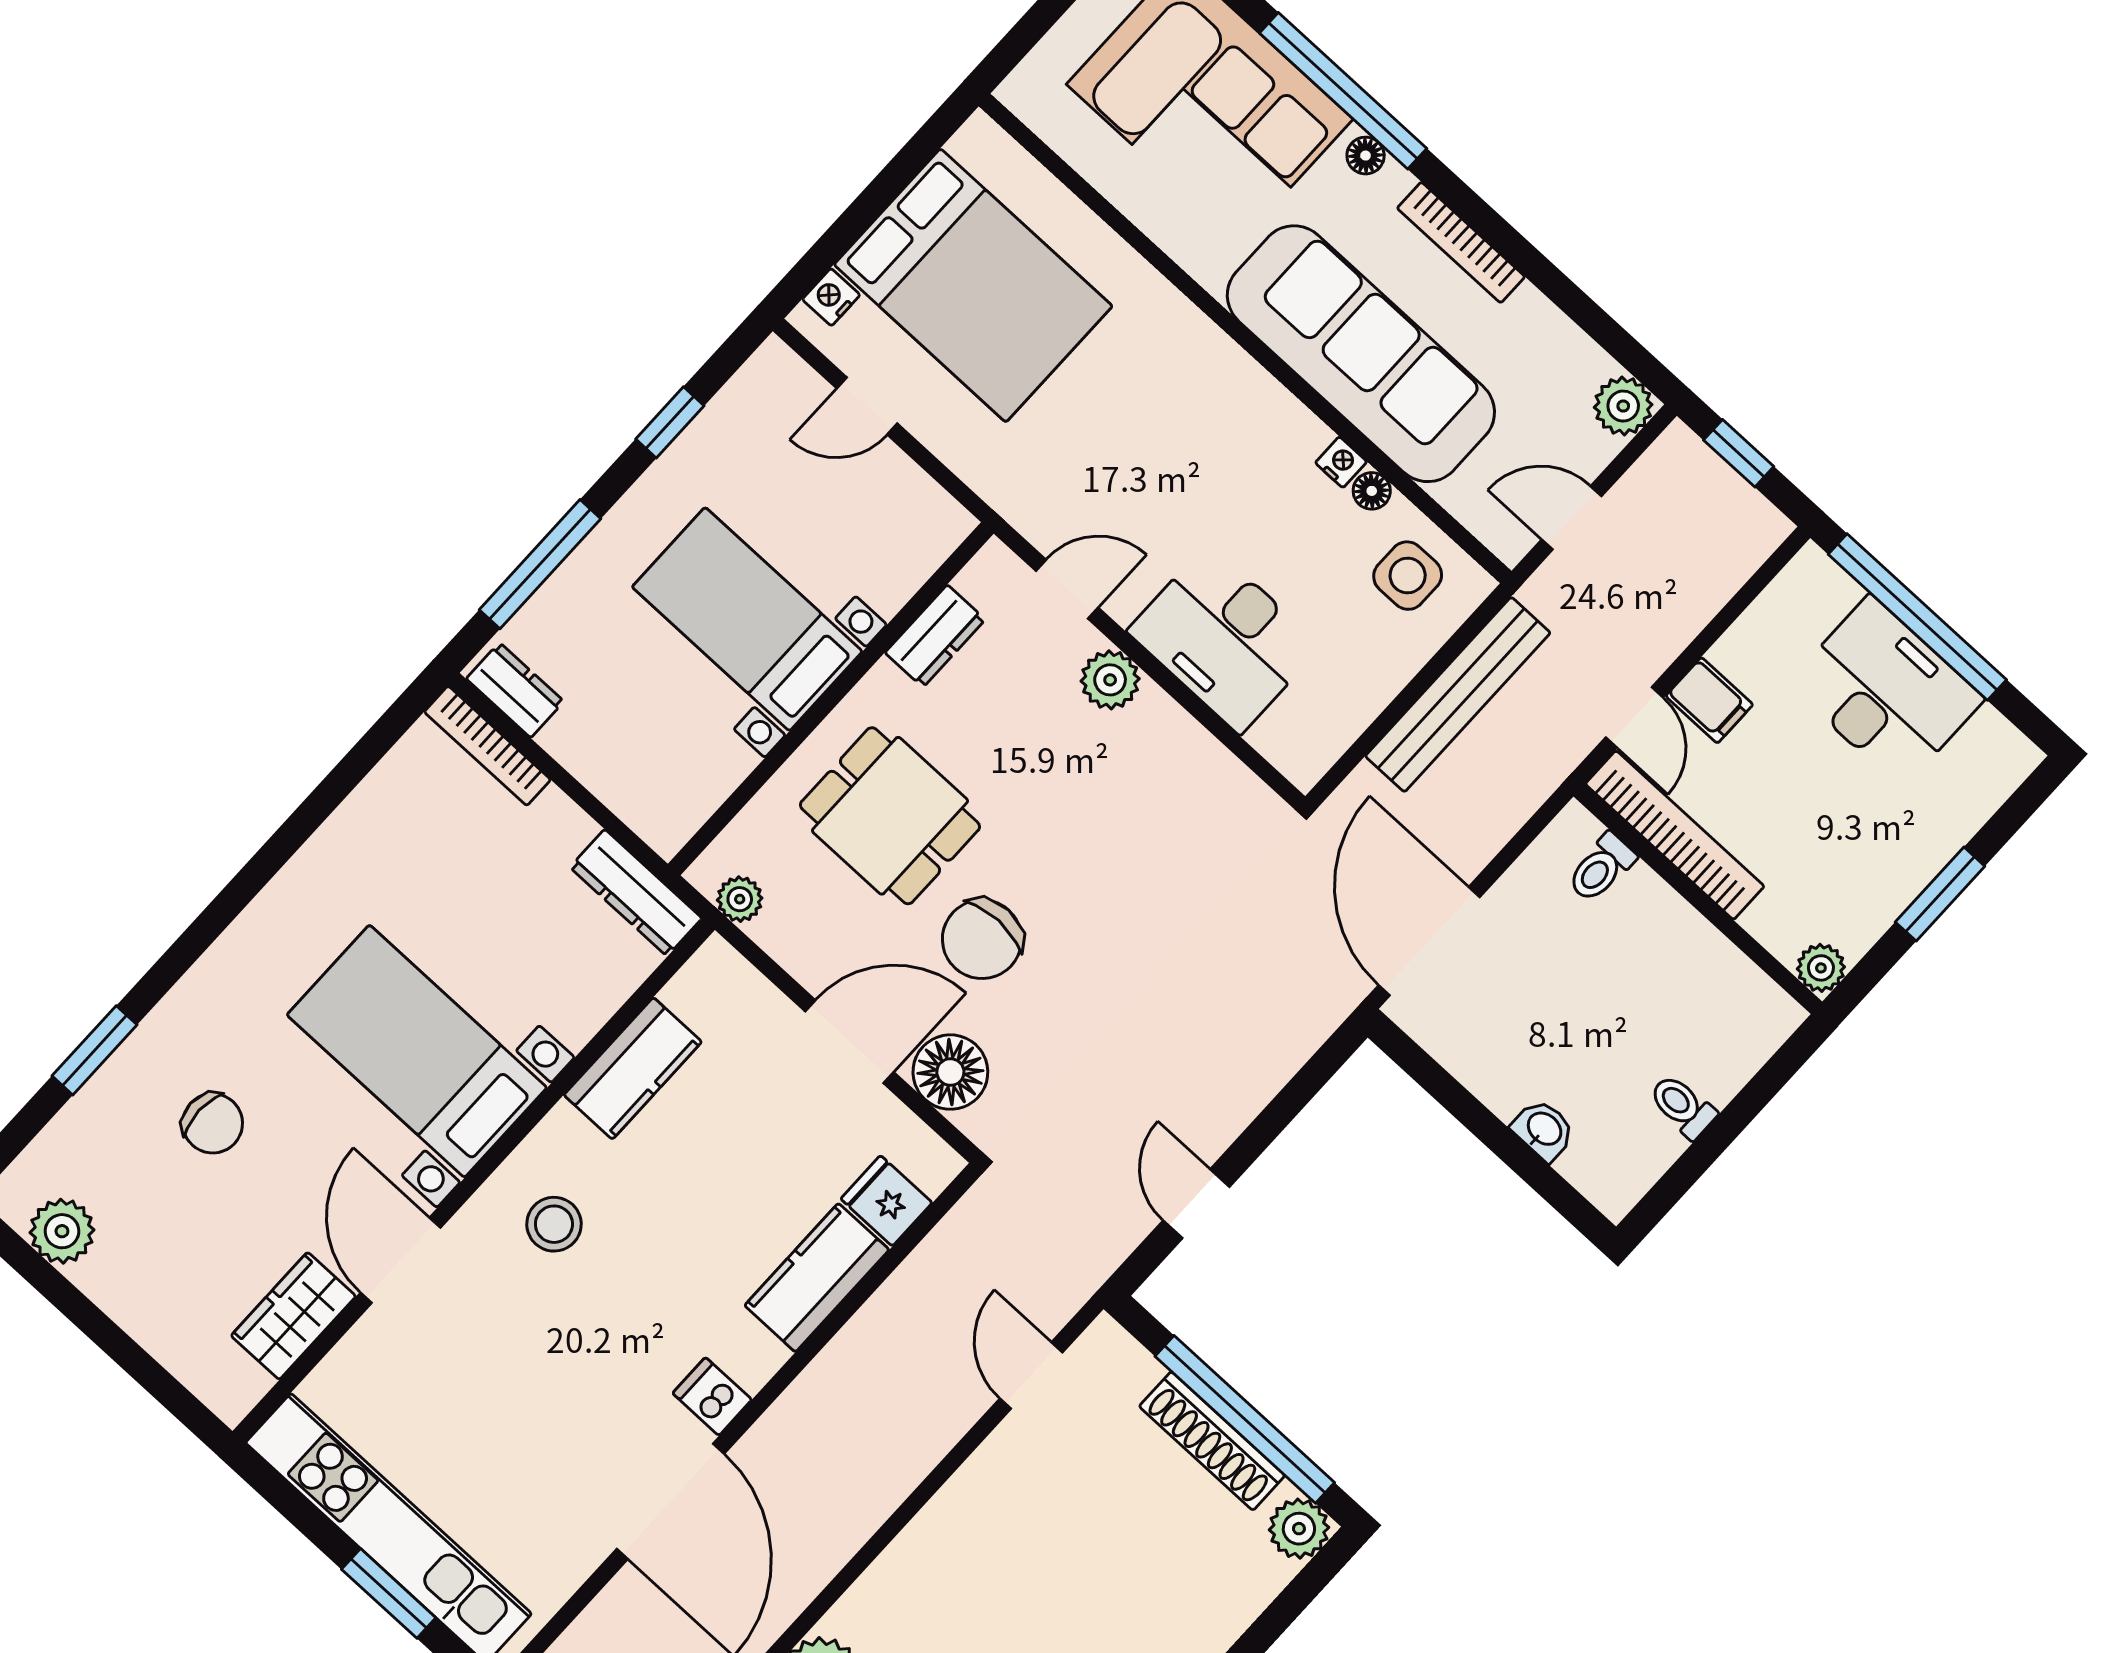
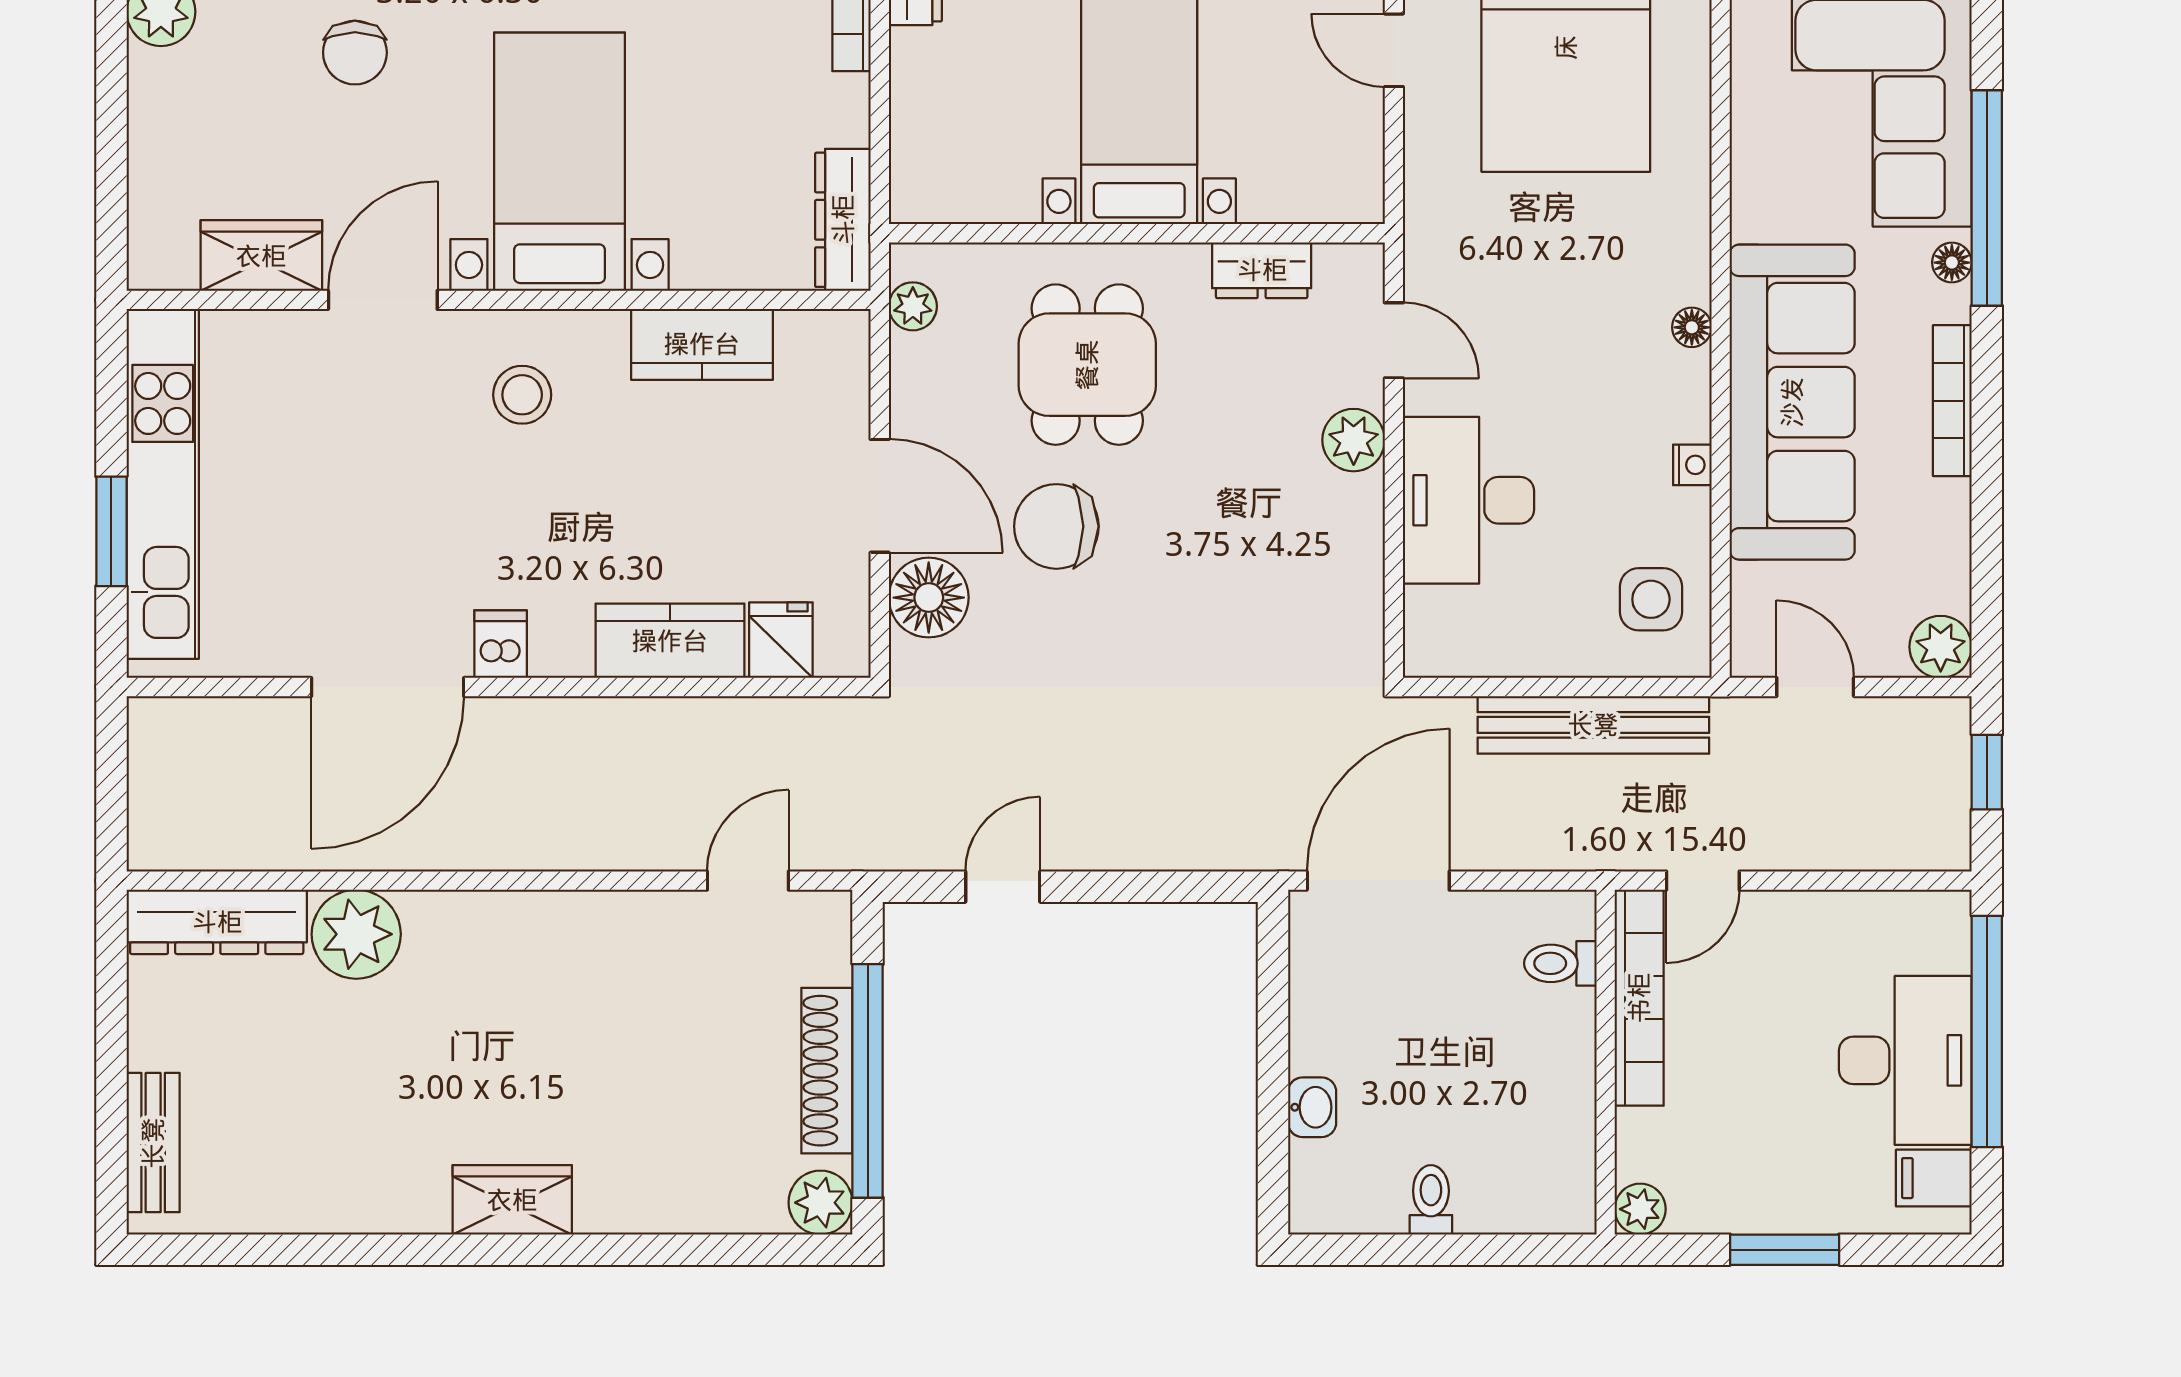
floor lamp: (1372, 491) -> (1692, 327), moved
filing cabinet: (1709, 700) -> (1934, 1178), moved, turned 90

